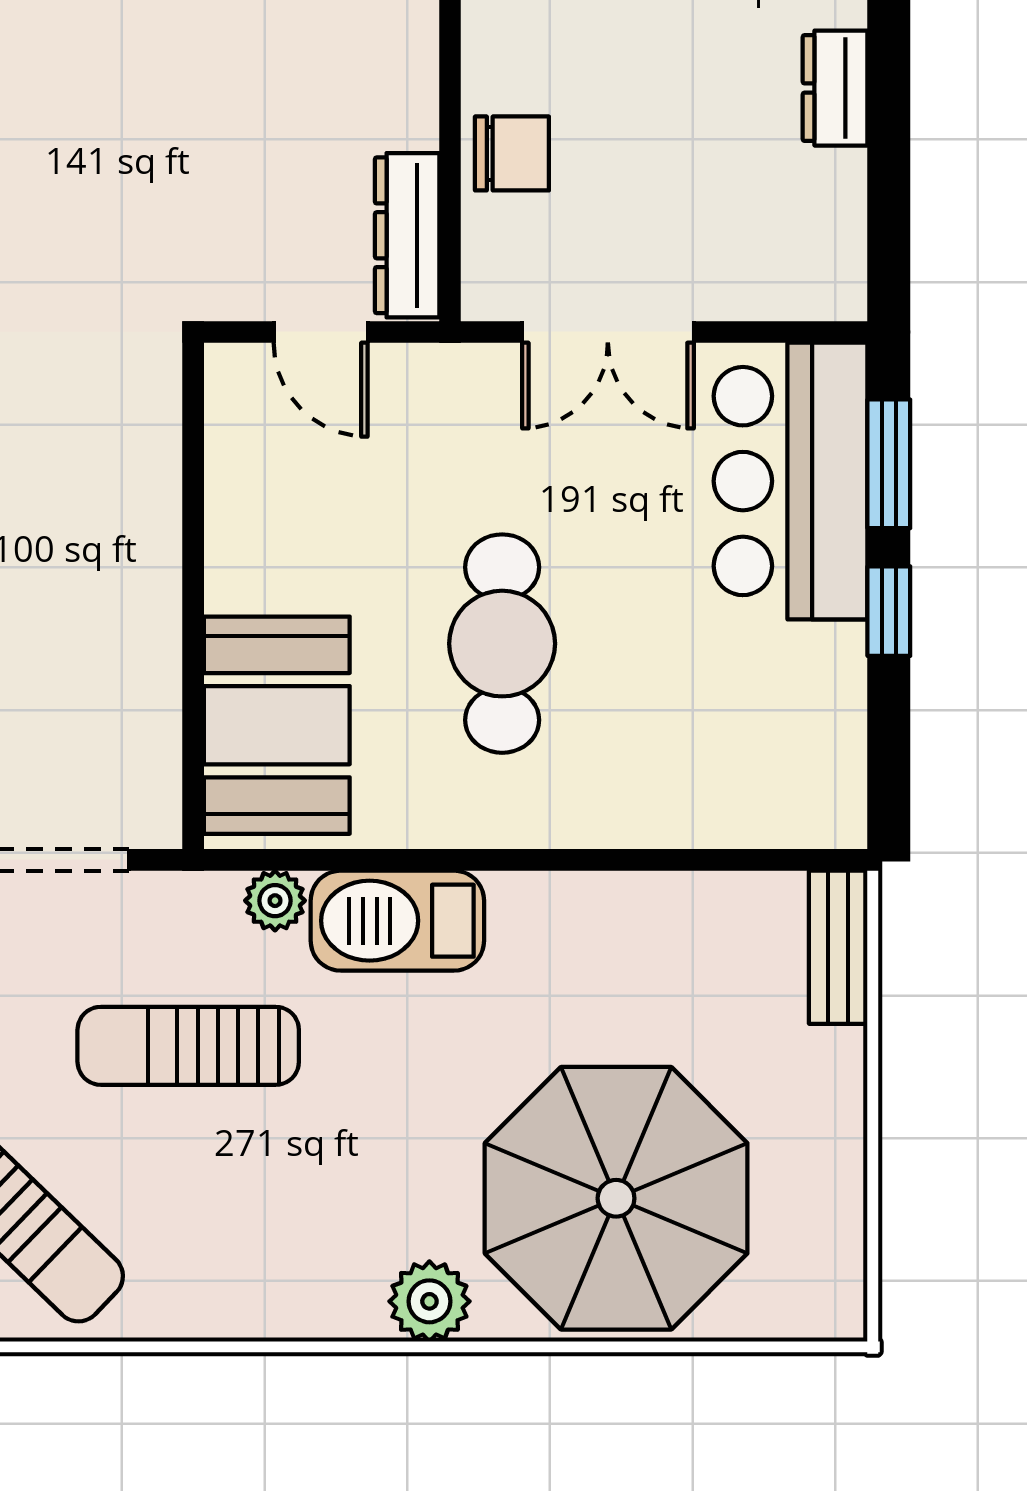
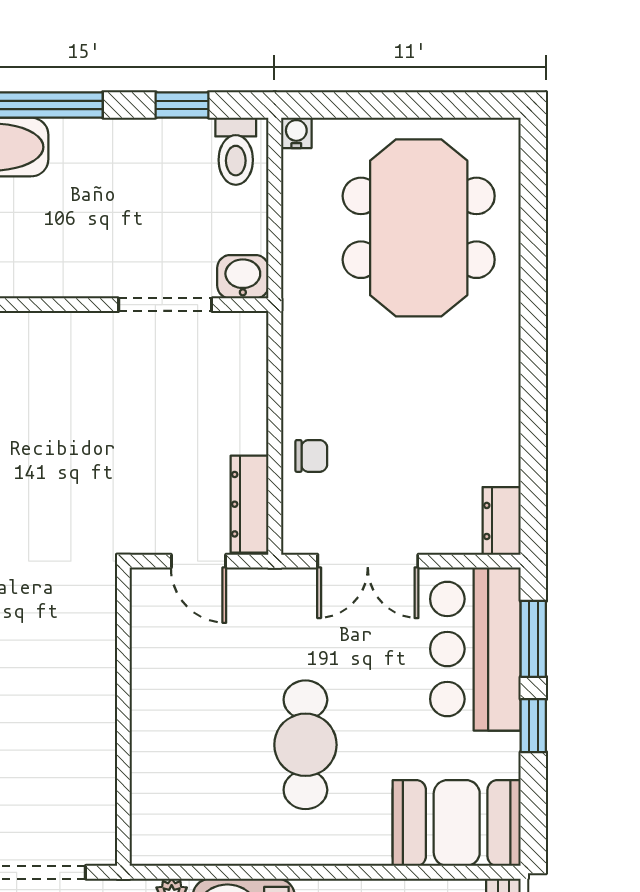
dresser: (835, 88) -> (502, 521), moved
chair: (512, 153) -> (311, 456), width x0.73, depth x0.73
booth: (277, 725) -> (457, 823), moved, turned 90

